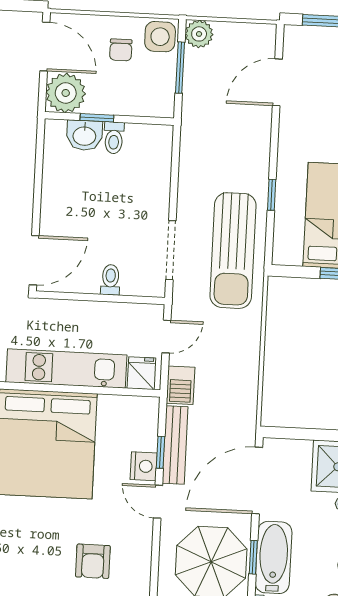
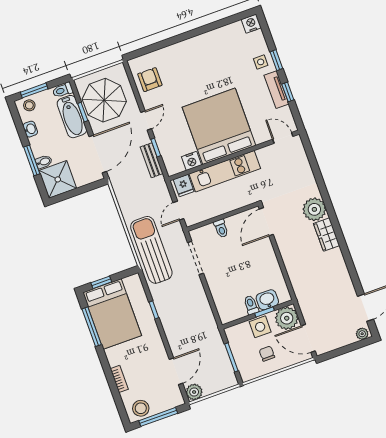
plant: (199, 34) -> (194, 392), moved
side table: (160, 37) -> (260, 327), moved
sun lounger: (233, 251) -> (151, 250), moved
barbecue: (181, 385) -> (160, 188), removed
bench: (175, 445) -> (152, 160), width x0.73
nightstand: (144, 466) -> (191, 161), moved, turned -90
door: (158, 502) -> (146, 121), hinge flipped
armchair: (93, 561) -> (150, 80), moved

